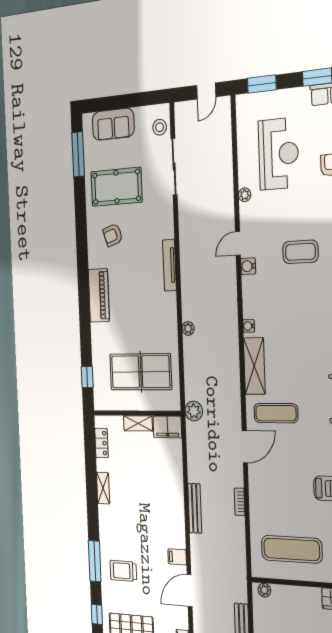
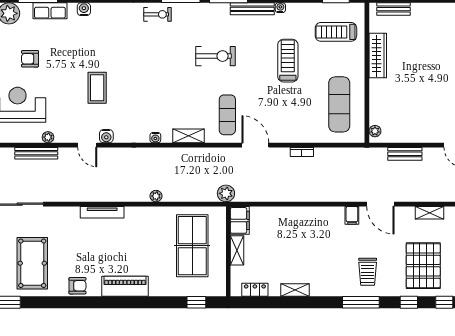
armchair: (113, 235) -> (77, 286), moved, turned -72
shelving: (254, 366) -> (189, 136), width x0.67, depth x0.75
bench: (195, 508) -> (36, 153), moved

